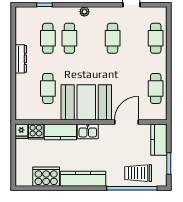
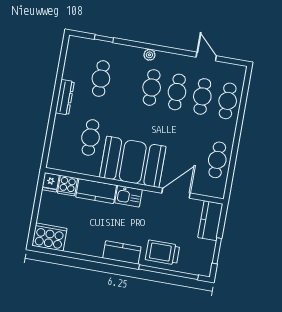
cafe table: (69, 38) -> (152, 87), moved
cafe table: (134, 38) -> (202, 96), added
trolley: (138, 173) -> (163, 252), moved
cooker: (46, 177) -> (49, 237), moved
kitchen counter: (83, 179) -> (122, 252), width x0.67

